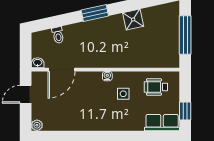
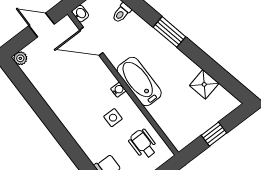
shower: (133, 19) -> (204, 84), moved
window: (185, 35) -> (214, 134), width x0.46
bathtub: (112, 58) -> (139, 82), added

